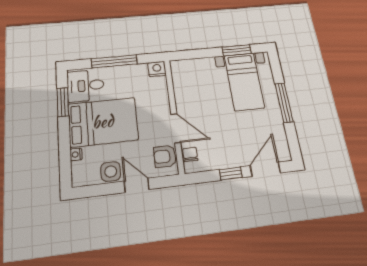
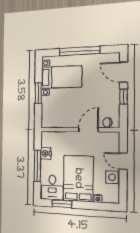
window: (237, 50) -> (38, 93), moved
nightstand: (157, 69) -> (46, 153), moved
window: (284, 103) -> (79, 51), width x1.46
armchair: (165, 156) -> (106, 140), removed
door: (137, 185) -> (123, 161), hinge flipped

